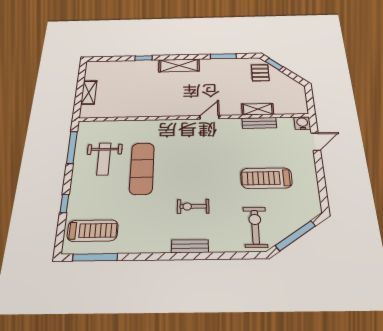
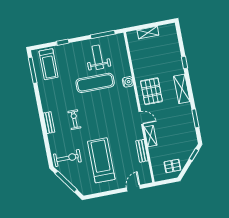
pallet: (260, 73) -> (172, 166), moved
pallet: (173, 100) -> (151, 91), added
shelving: (258, 109) -> (151, 136), moved
water cooler: (302, 123) -> (128, 82), moved
door: (316, 142) -> (133, 188), swing flipped
weight bench: (104, 159) -> (98, 57), turned 90
treadmill: (266, 178) -> (101, 160), width x1.37, depth x1.38

